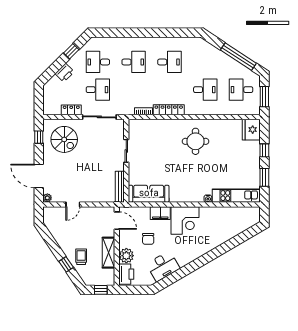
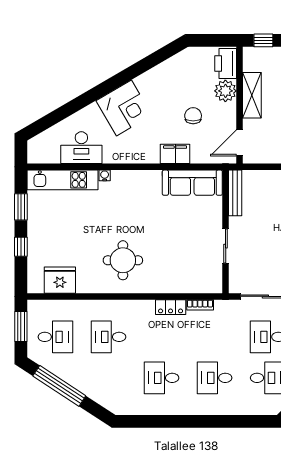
locker: (169, 110) -> (171, 307), width x0.66
fridge: (251, 130) -> (60, 280), moved, turned -90
corner desk: (185, 220) -> (124, 108), moved, turned 150
door: (117, 221) -> (240, 143), hinge flipped
desk: (163, 266) -> (81, 148), moved, turned -150

